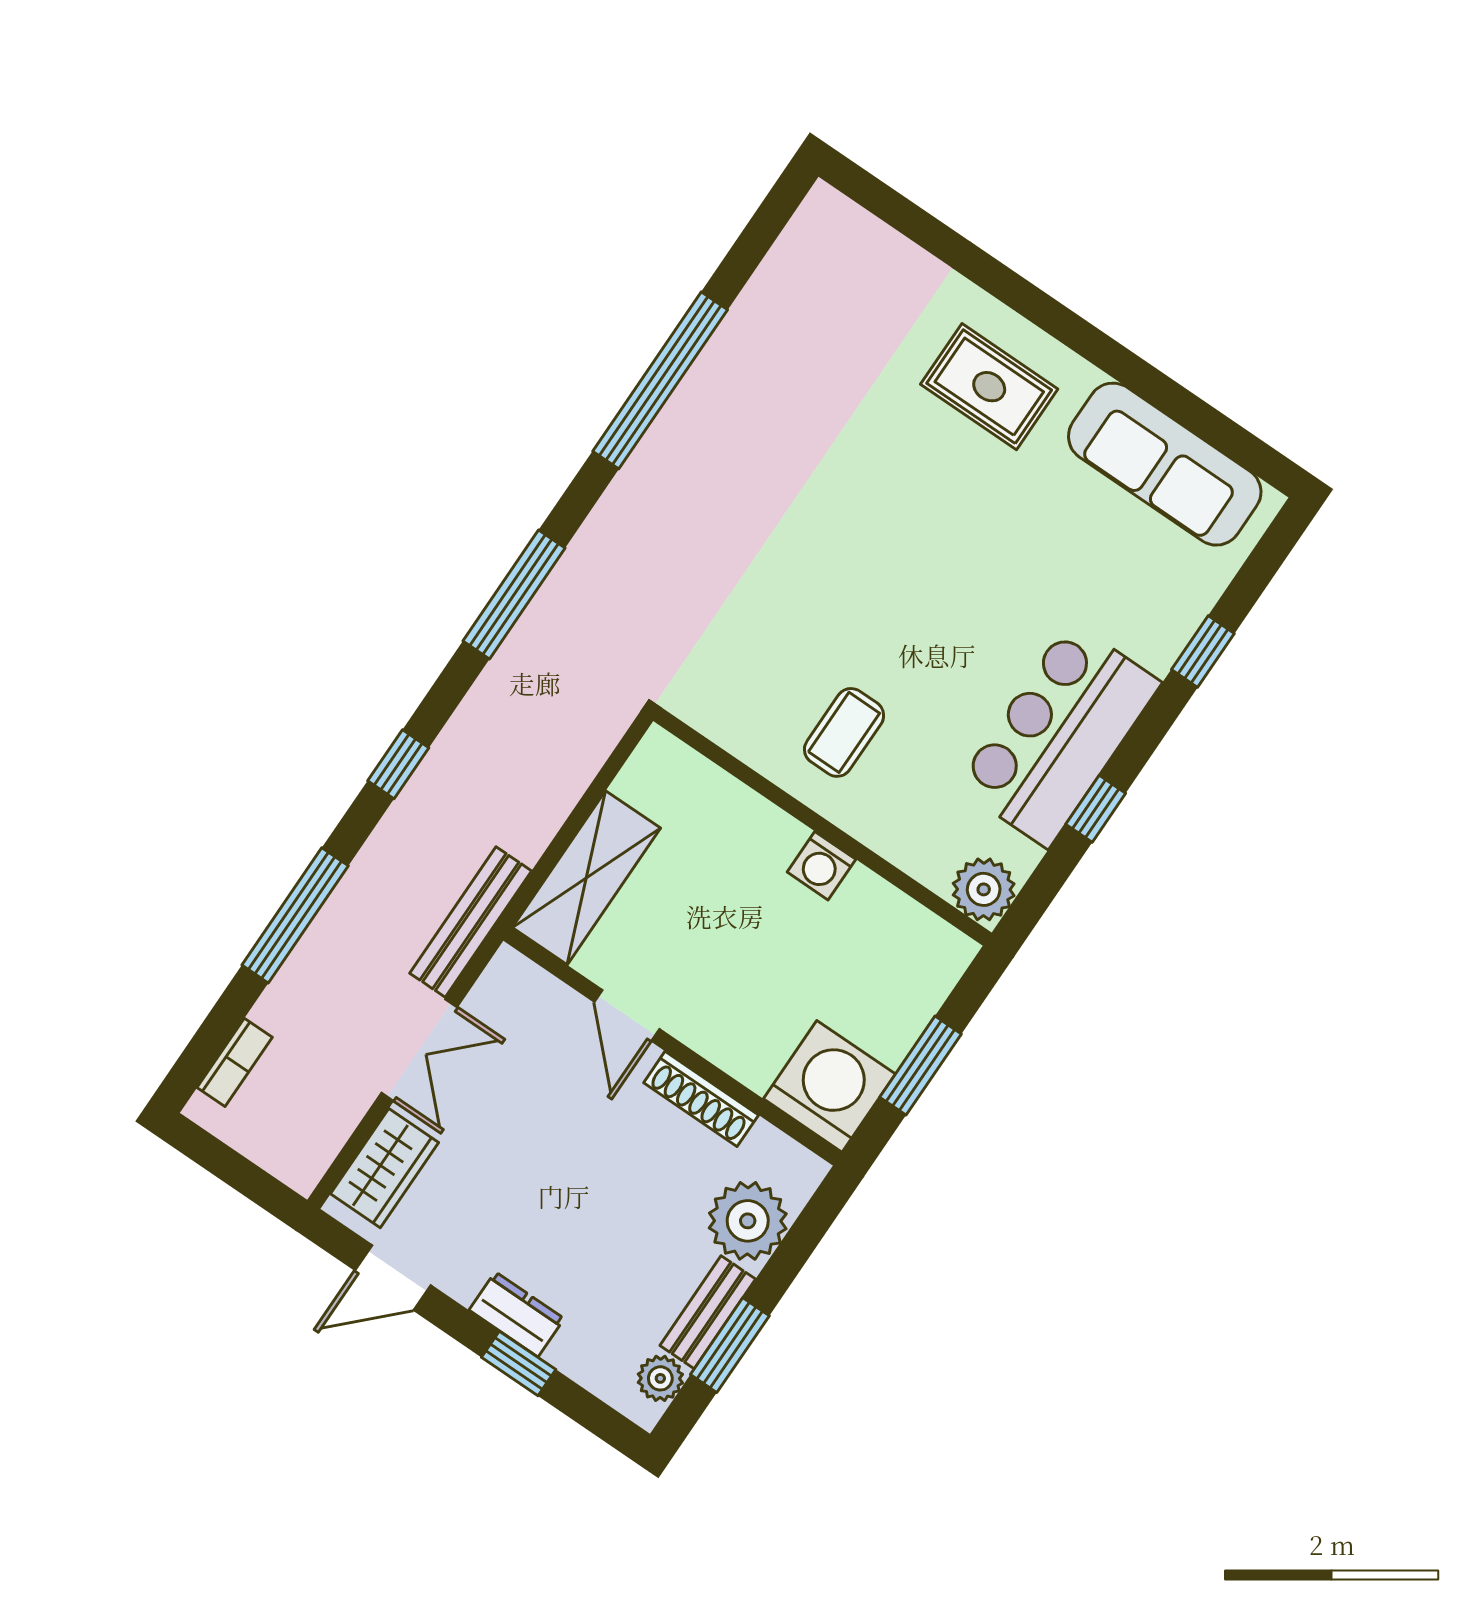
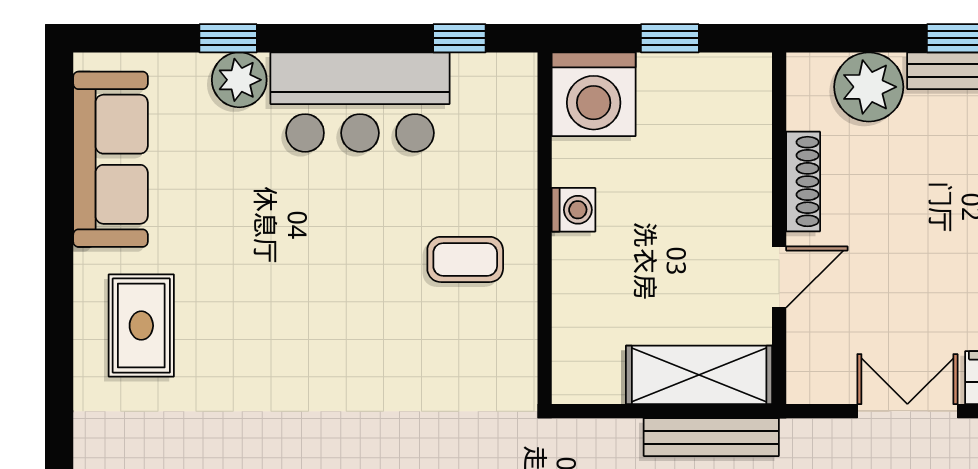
window: (1096, 809) -> (459, 38), moved
plant: (984, 889) -> (239, 80), moved
bench: (471, 922) -> (711, 437), moved
window: (921, 1066) -> (670, 38), width x0.67
washing machine: (829, 1086) -> (594, 94), moved, turned -90

